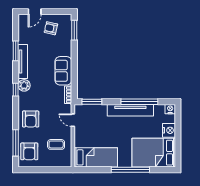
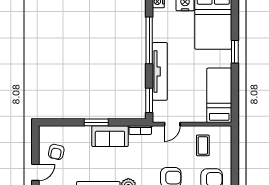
door: (35, 12) -> (35, 172), hinge flipped
window: (74, 30) -> (96, 122), moved
tv unit: (130, 110) -> (160, 71), moved
window: (130, 170) -> (235, 52), width x0.47

